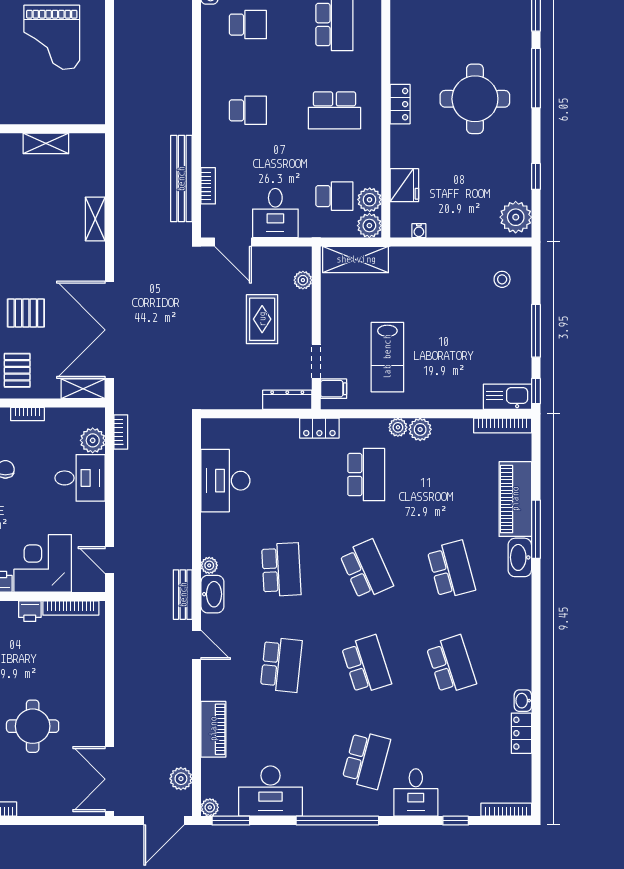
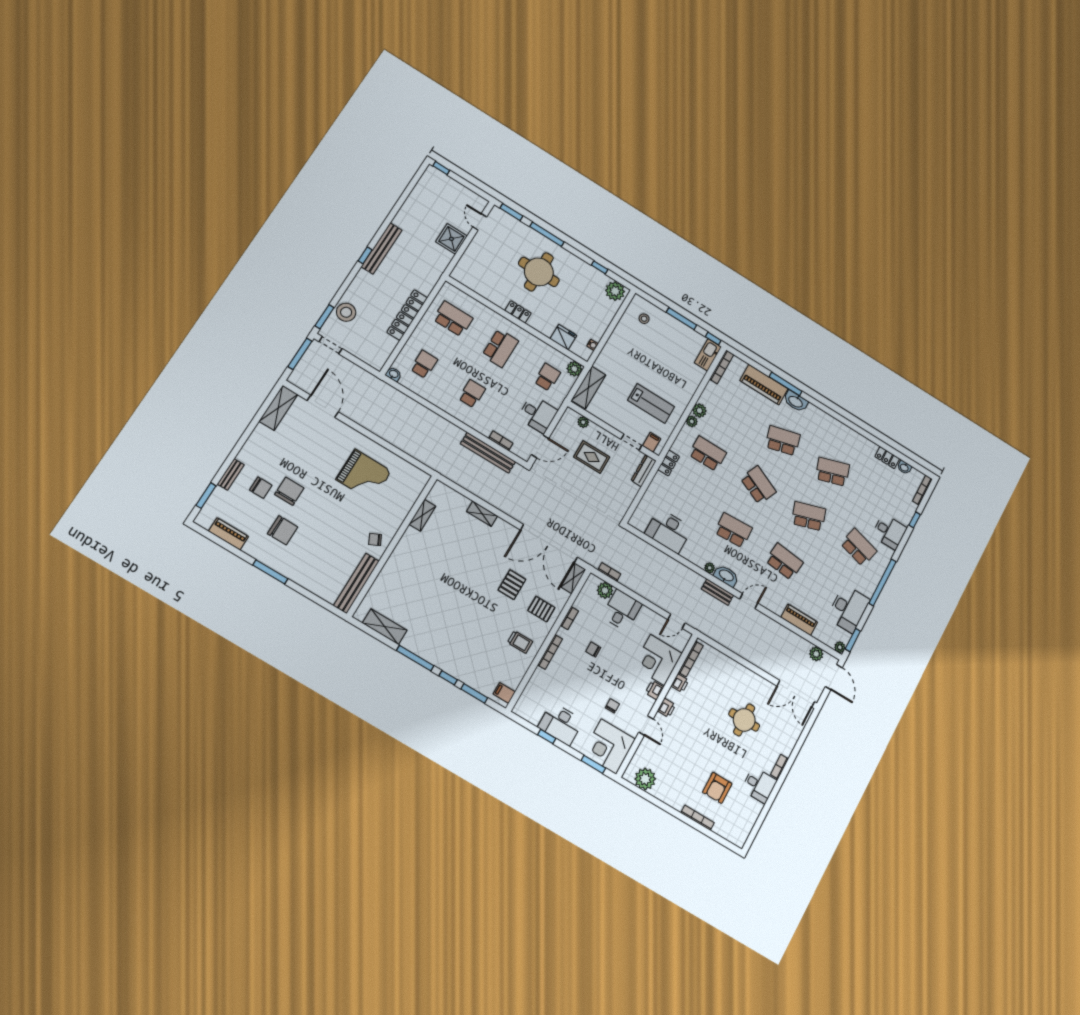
plant: (370, 200) -> (560, 360), removed
school desk: (366, 570) -> (758, 485), turned 48
washbasin: (523, 701) -> (904, 467), moved

